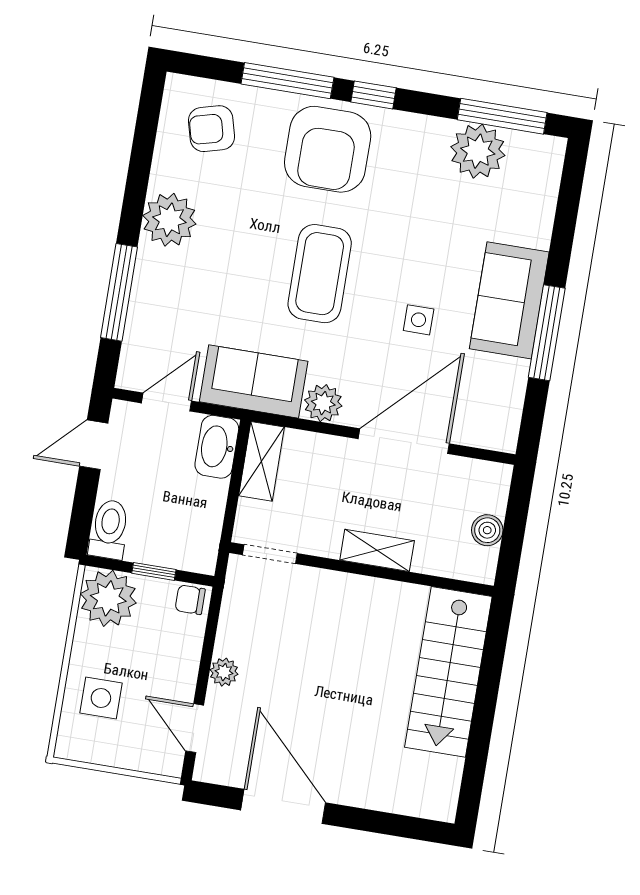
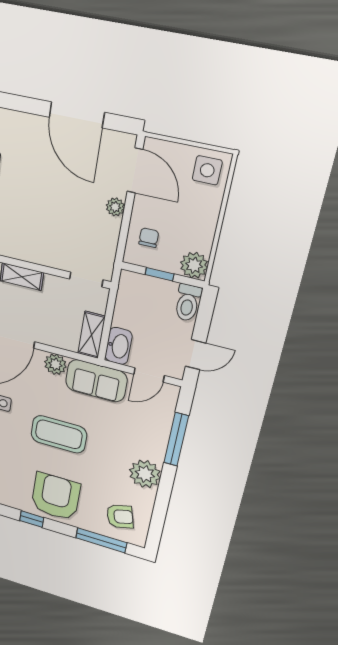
window: (287, 81) -> (101, 540), moved
coffee table: (320, 274) -> (59, 434), turned 90
plant: (108, 598) -> (194, 265), width x0.73, depth x0.73
chair: (190, 600) -> (149, 238), moved, turned -90
side table: (101, 698) -> (207, 170), moved
door: (195, 728) -> (135, 170), width x1.38

